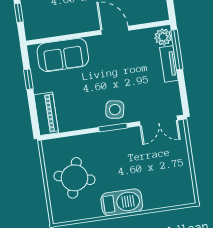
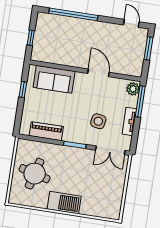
tv unit: (169, 64) -> (129, 121), moved
side table: (115, 110) -> (98, 121), moved
piano: (46, 114) -> (46, 131), moved, turned -90

